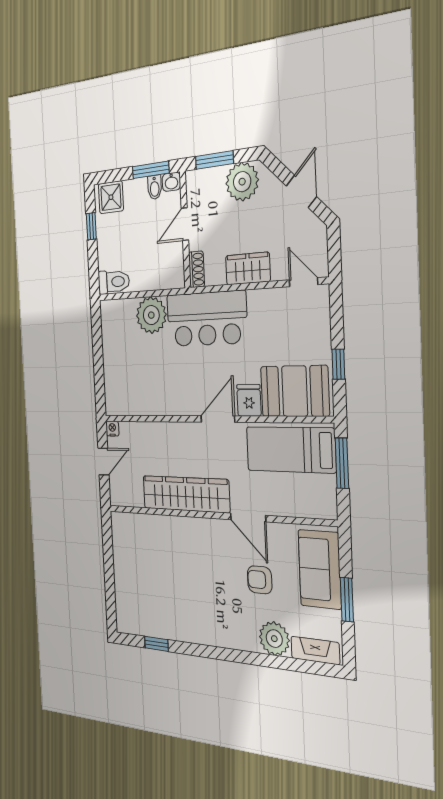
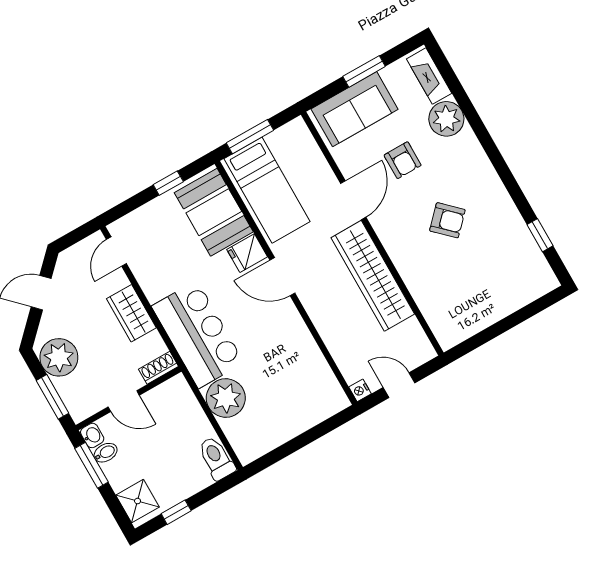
armchair: (199, 582) -> (447, 220), added

